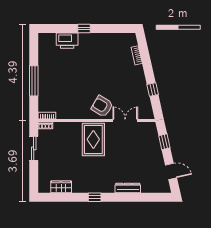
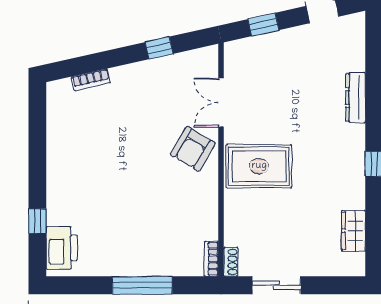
window: (84, 29) -> (37, 221), moved
printer: (67, 41) -> (62, 248), moved

